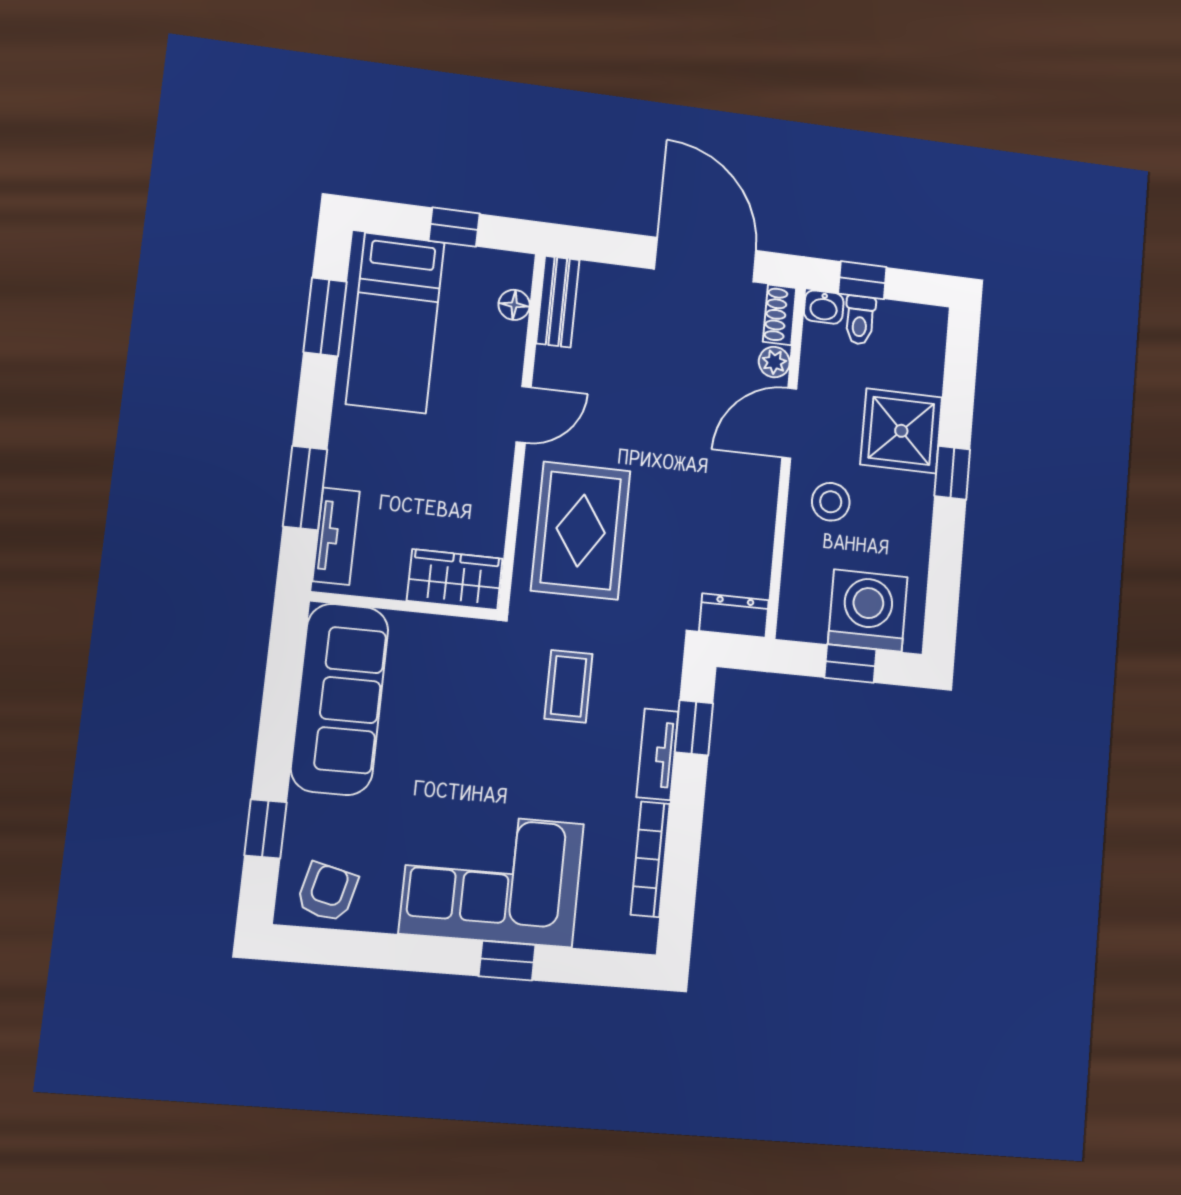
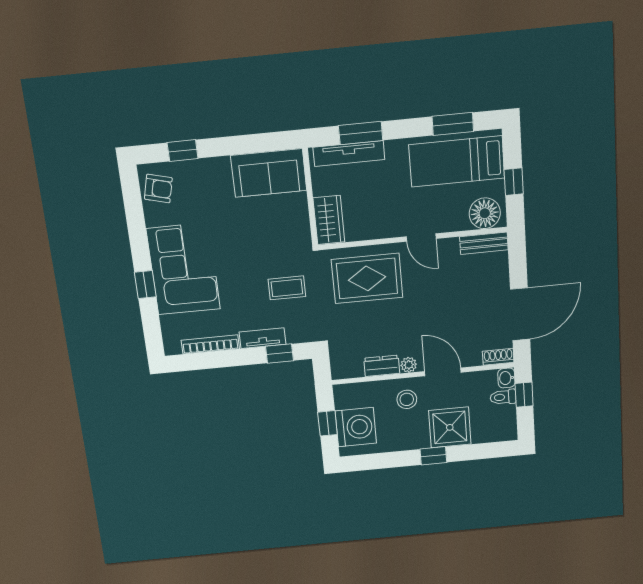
floor lamp: (514, 305) -> (485, 213), width x1.89, depth x1.89
plant: (774, 362) -> (409, 365), moved
tv unit: (336, 536) -> (349, 153), width x1.41
dresser: (734, 616) -> (382, 366), moved, turned -90
sofa: (340, 699) -> (269, 173), width x0.73

